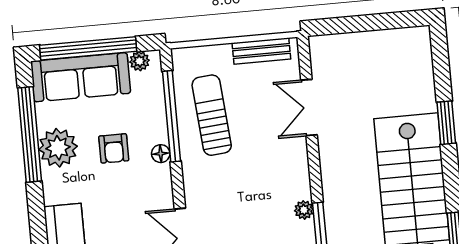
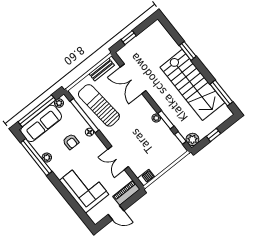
window: (352, 24) -> (129, 38), added
double door: (309, 107) -> (133, 79), width x1.37
sun lounger: (212, 115) -> (99, 105), width x1.36, depth x1.34
plant: (58, 148) -> (47, 158), width x0.53, depth x0.53

